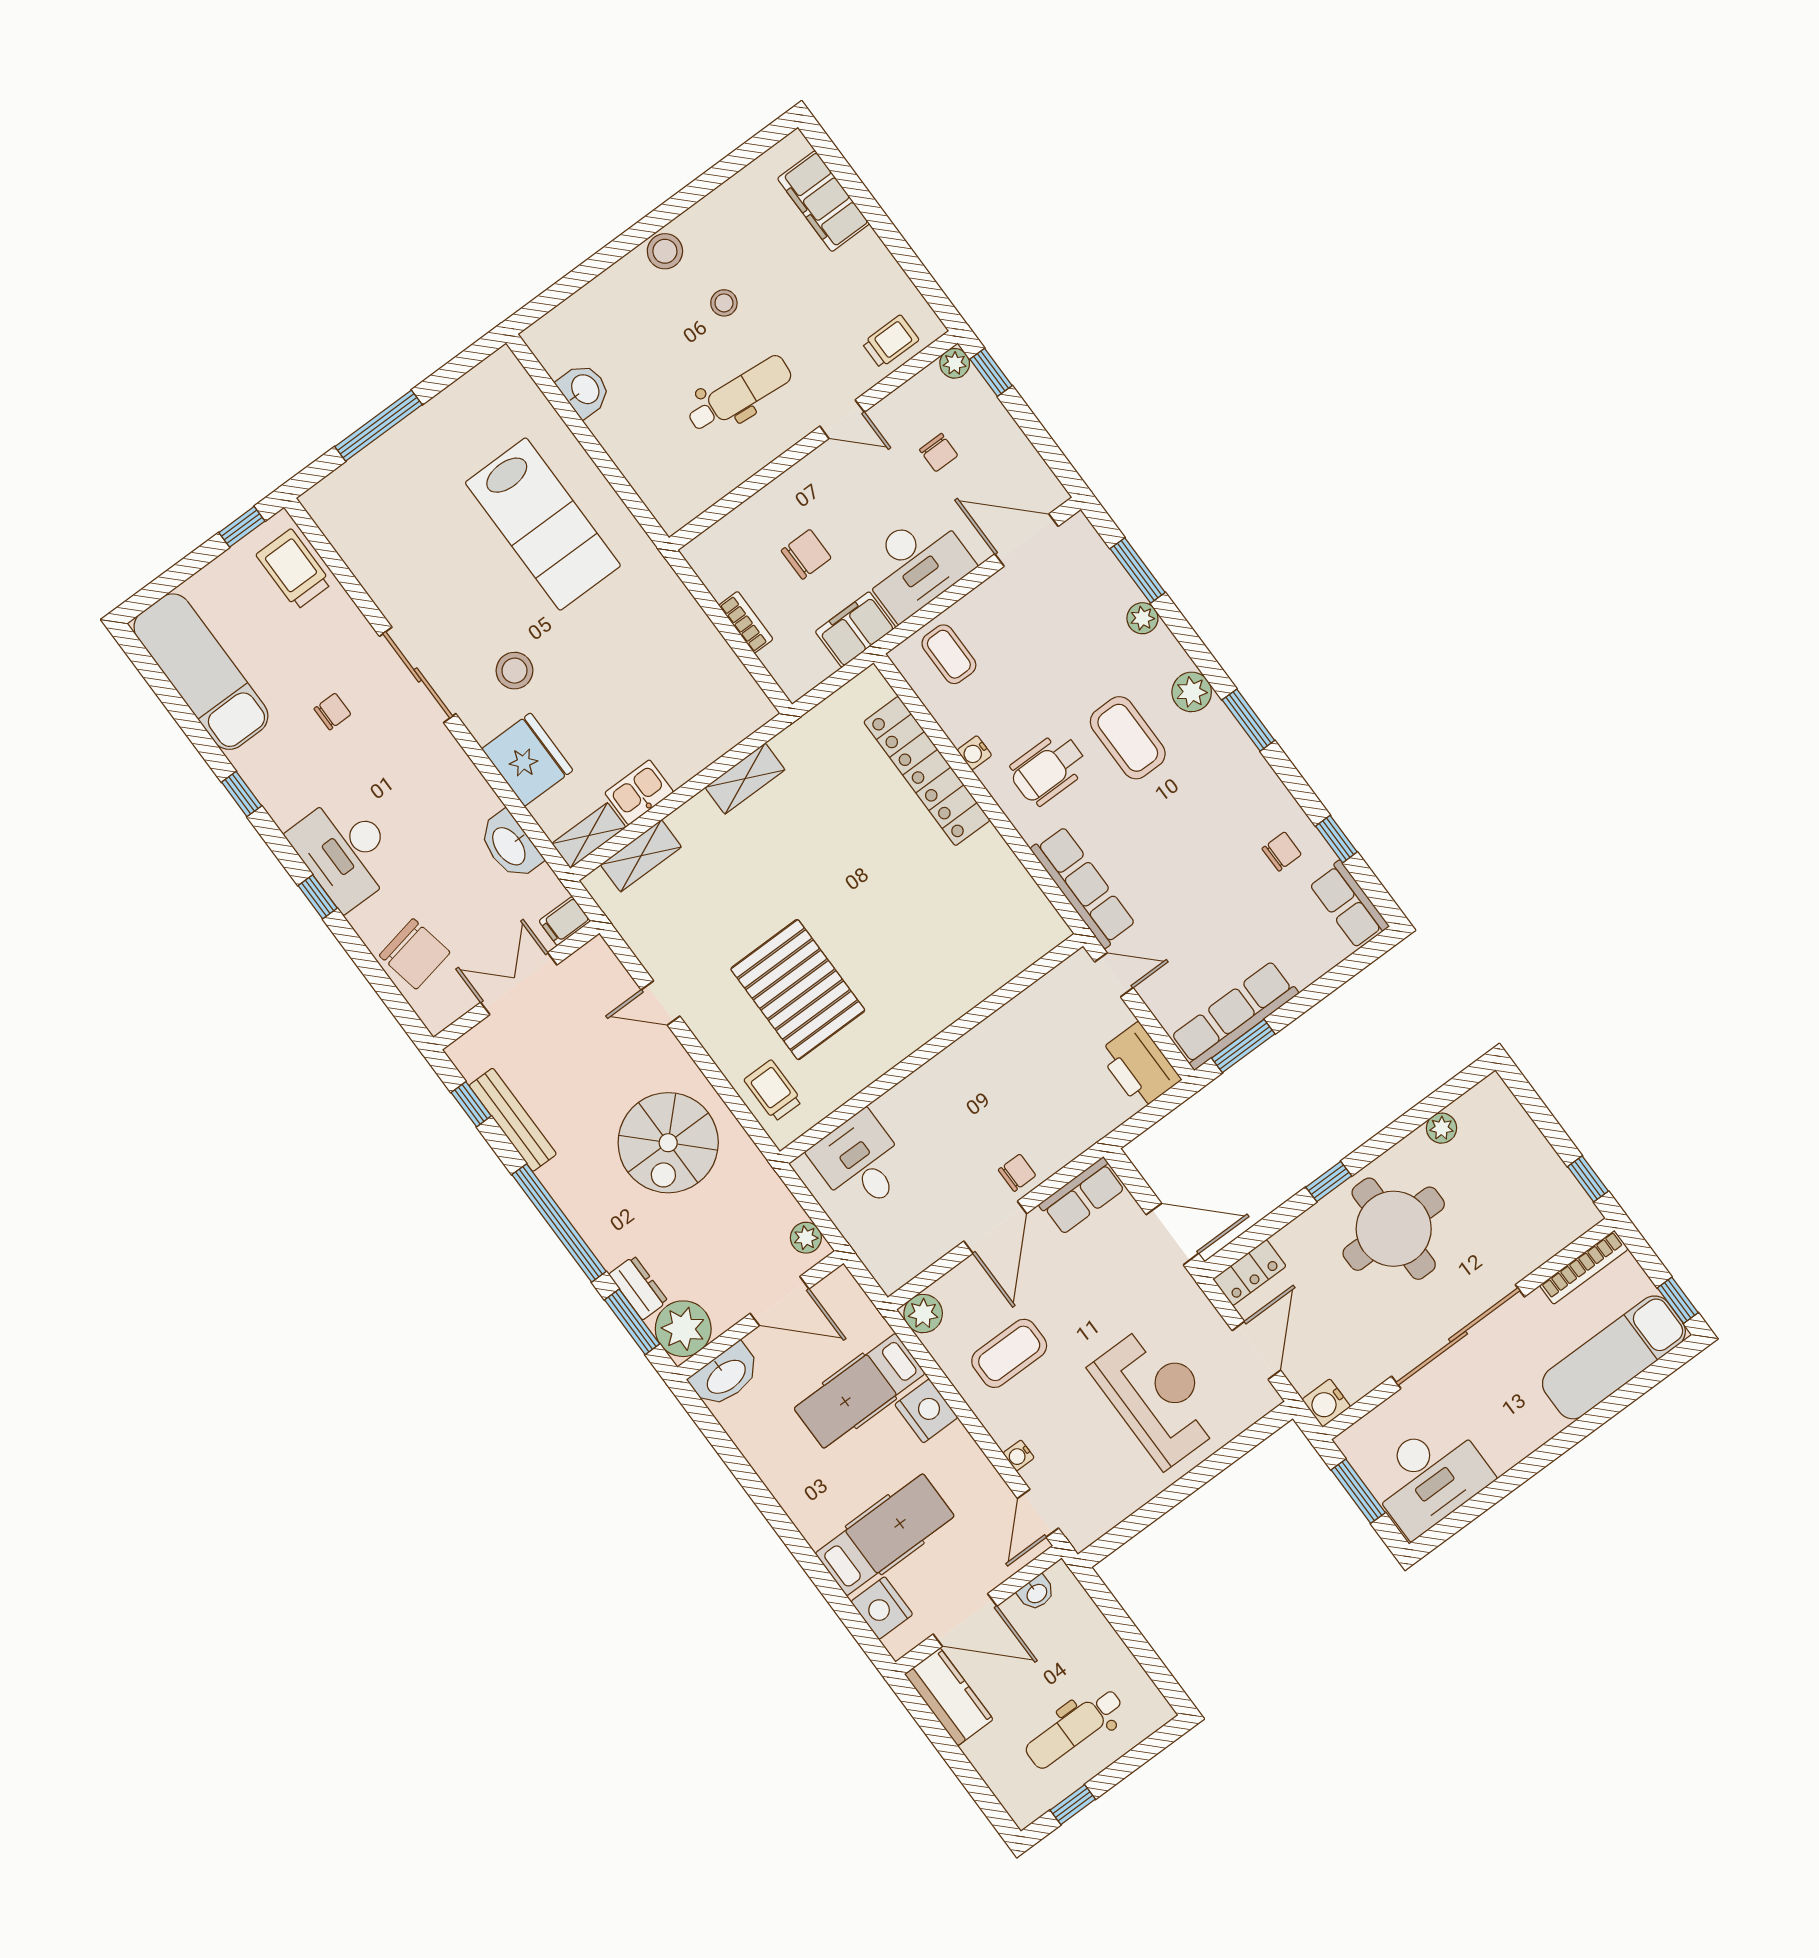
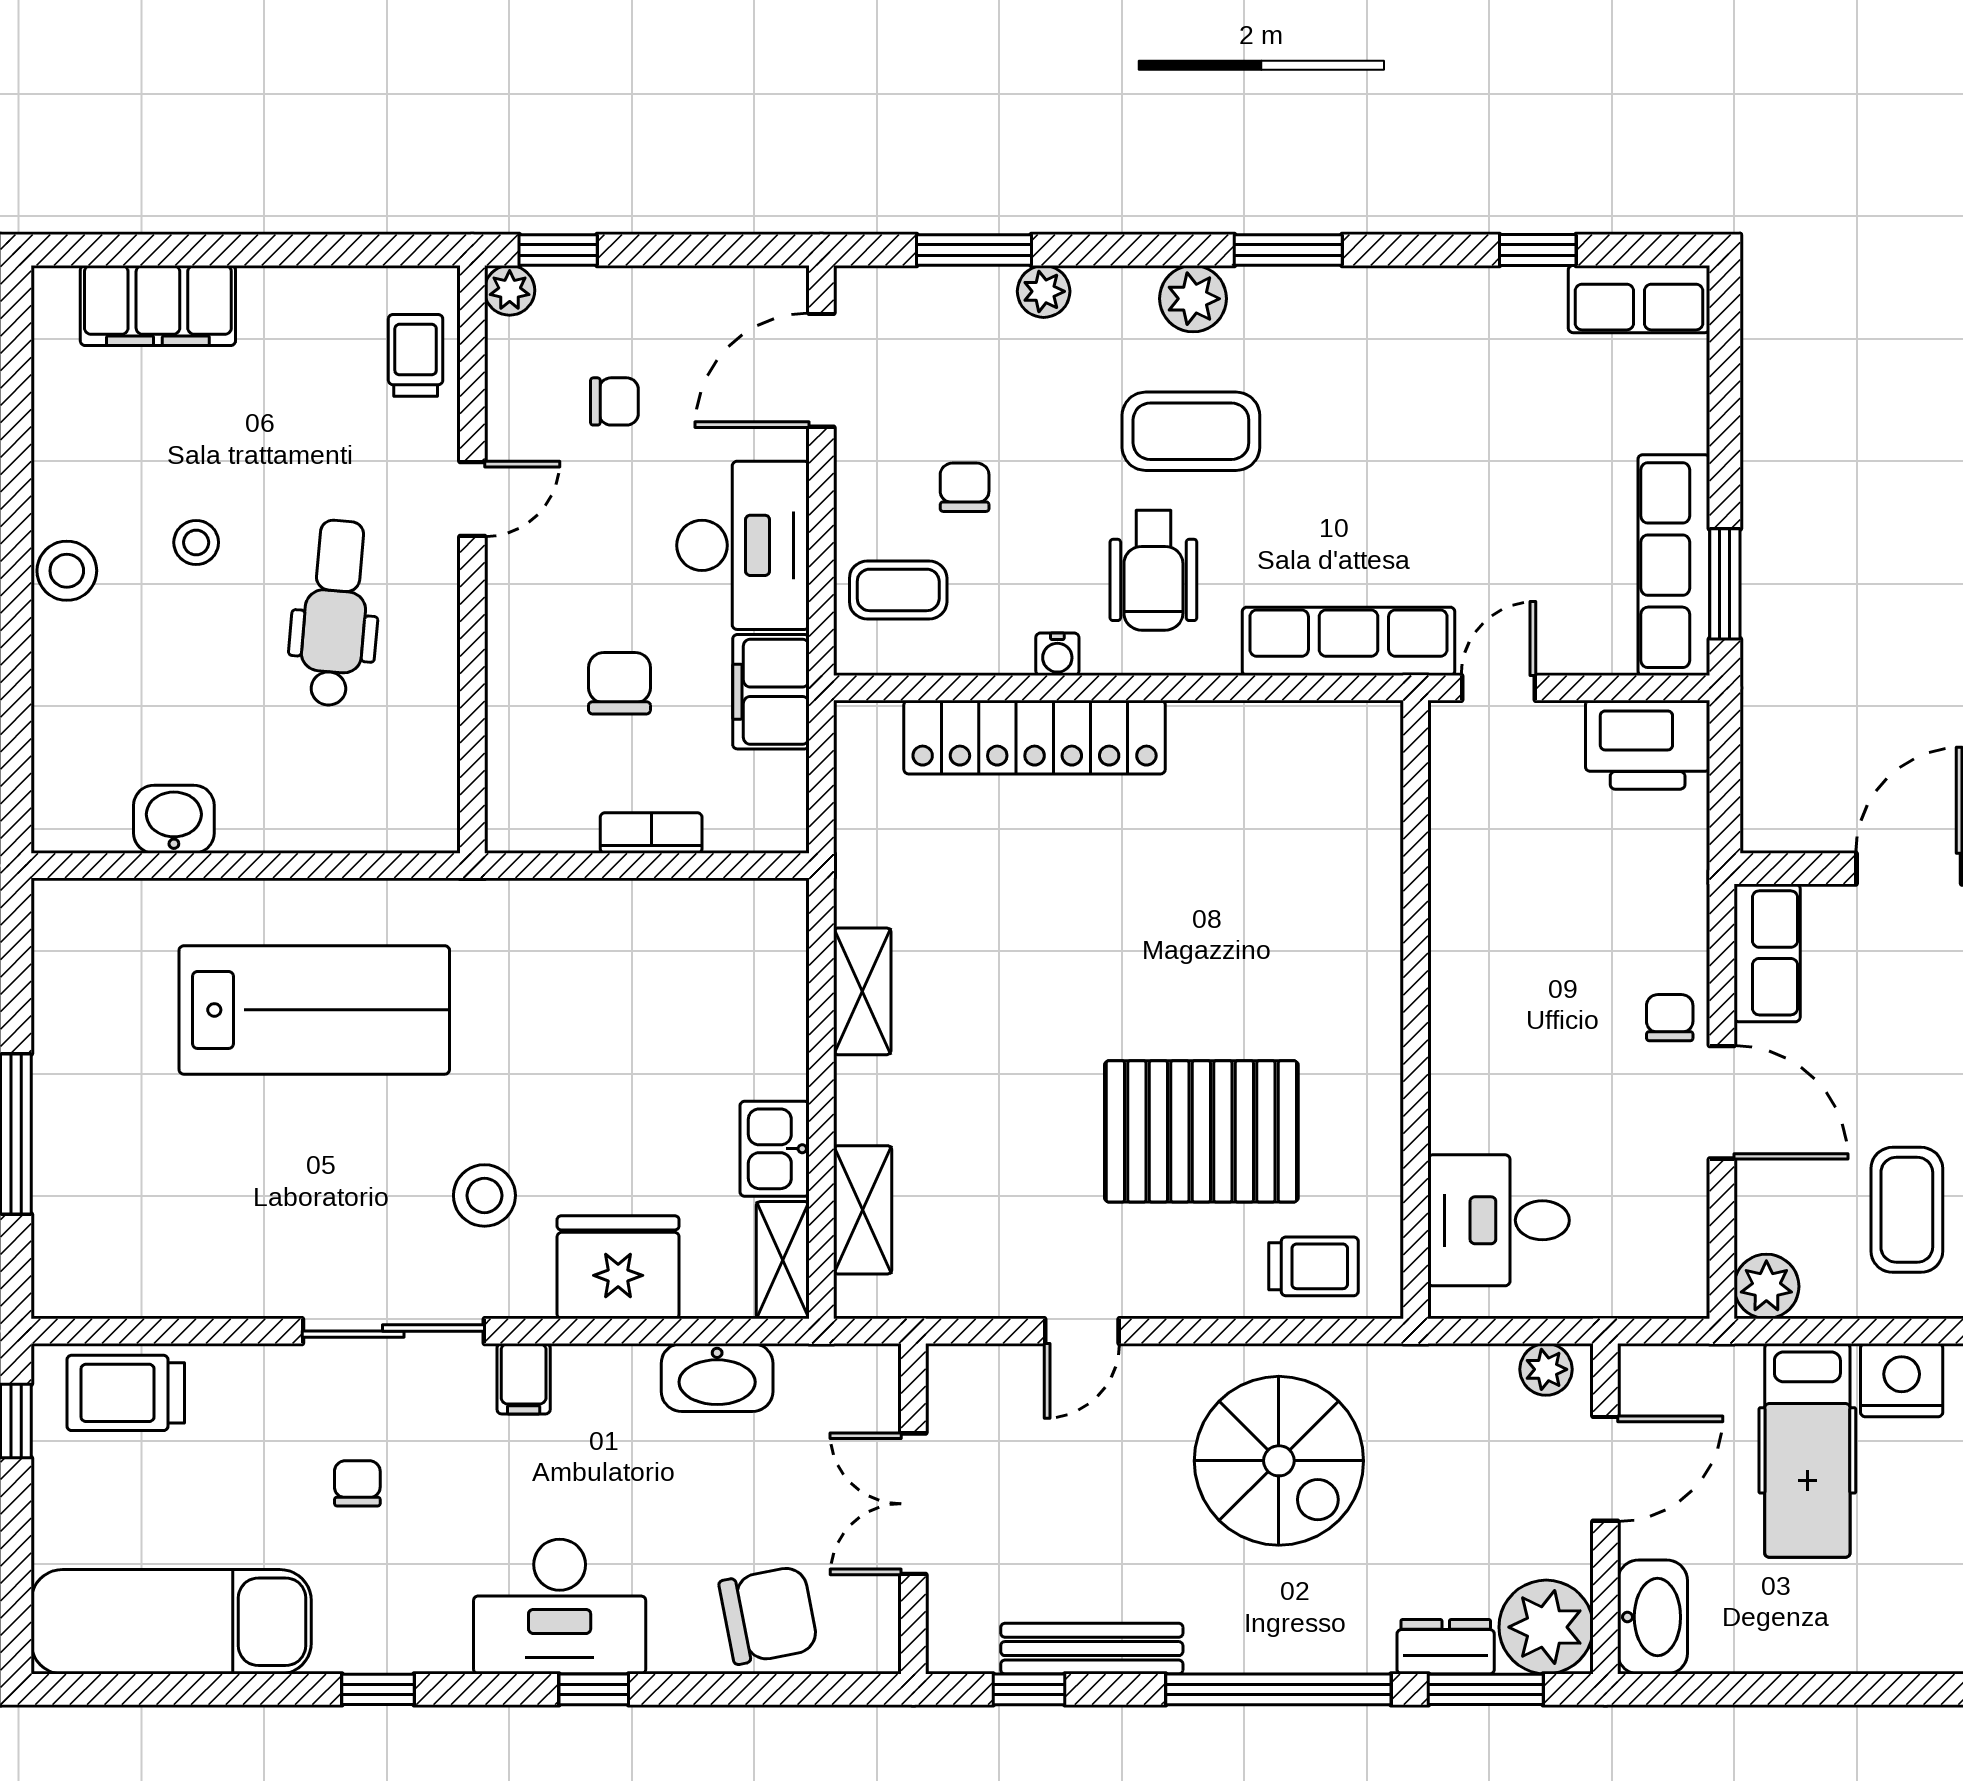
chair: (1282, 851) -> (965, 487), moved
filing cabinet: (565, 921) -> (524, 1379), moved
trolley: (773, 1091) -> (1313, 1266), turned 180

